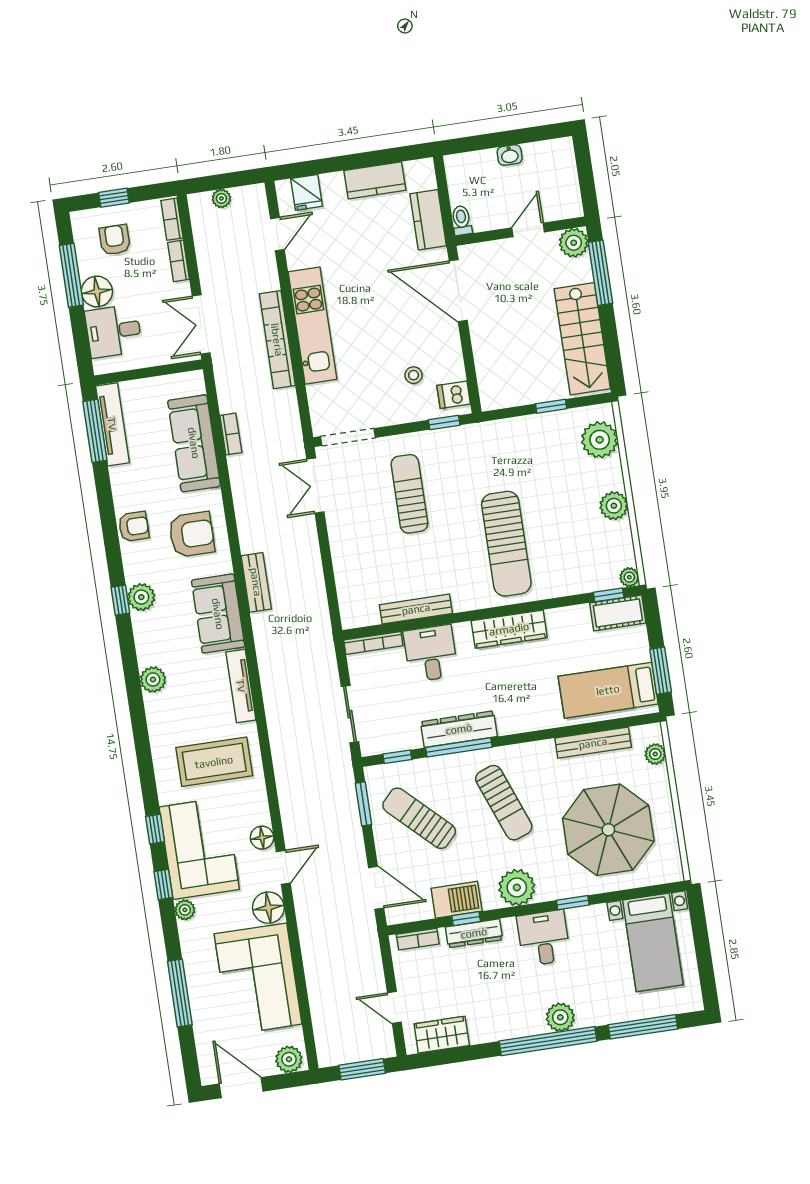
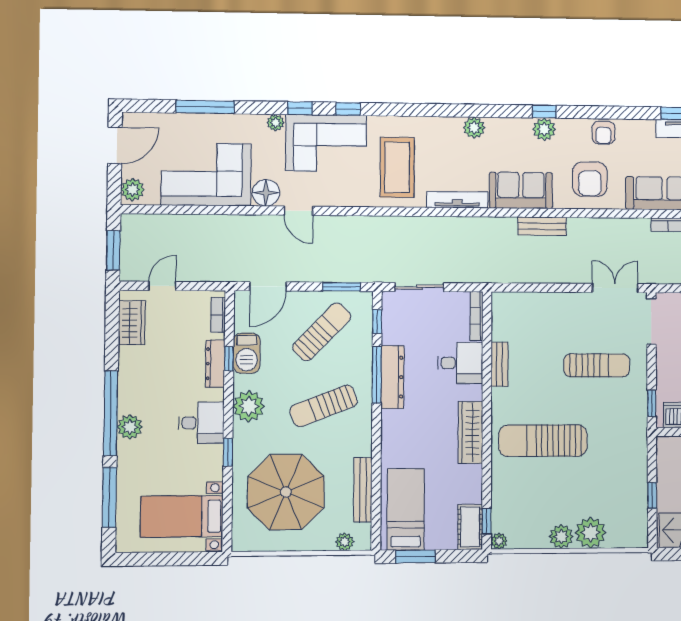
plant: (600, 440) -> (590, 533), moved
bench: (416, 609) -> (500, 364), width x0.73
floor lamp: (262, 838) -> (327, 197), removed

